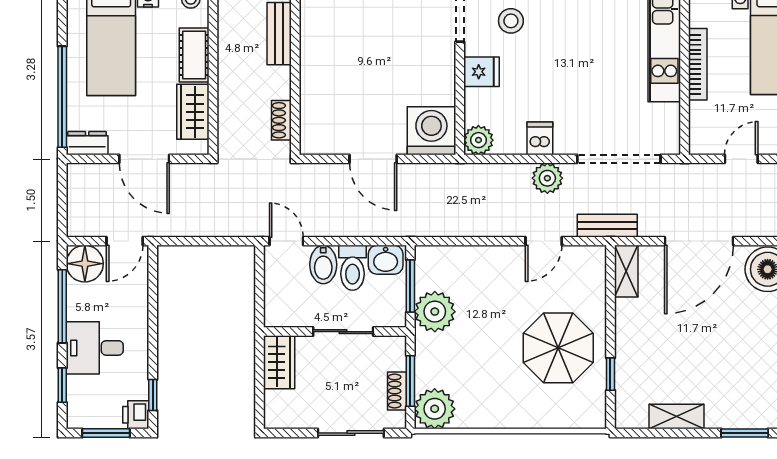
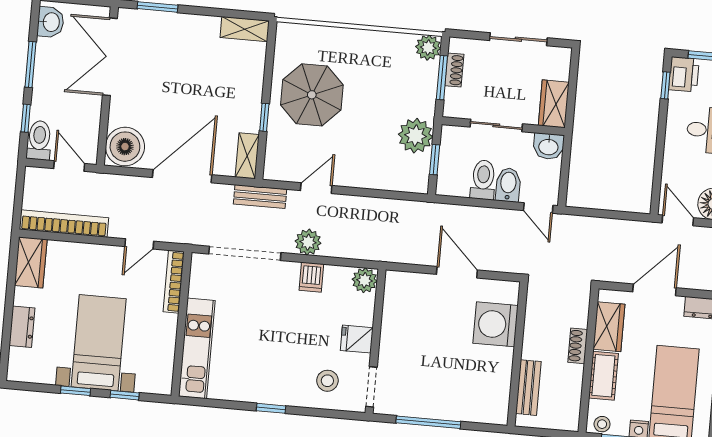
bookcase: (698, 64) -> (174, 282), moved
shoe rack: (281, 120) -> (578, 346), moved, turned 180
washing machine: (431, 131) -> (496, 324), moved, turned 90
door: (144, 159) -> (654, 290), hinge flipped
door: (125, 241) -> (678, 220), hinge flipped
washbasin: (386, 260) -> (548, 146), moved, turned 180
window: (410, 286) -> (435, 160), width x0.67
window: (610, 374) -> (264, 117), moved
plant: (435, 409) -> (428, 48), width x0.73, depth x0.73
printer: (136, 415) -> (684, 74), width x1.36, depth x1.24
shelving: (677, 417) -> (245, 29), moved
sliding door: (351, 433) -> (518, 39), moved

